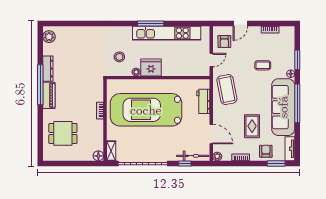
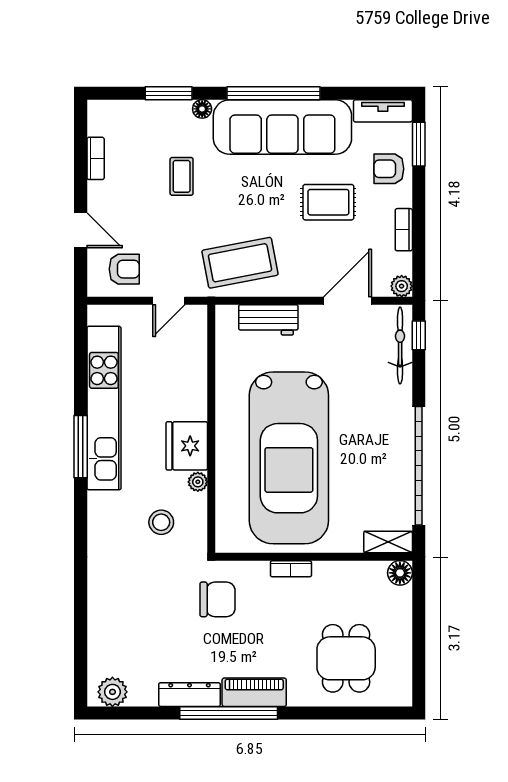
door: (211, 60) -> (169, 301), swing flipped
chair: (87, 80) -> (217, 599), added
window: (185, 164) -> (419, 335), moved

